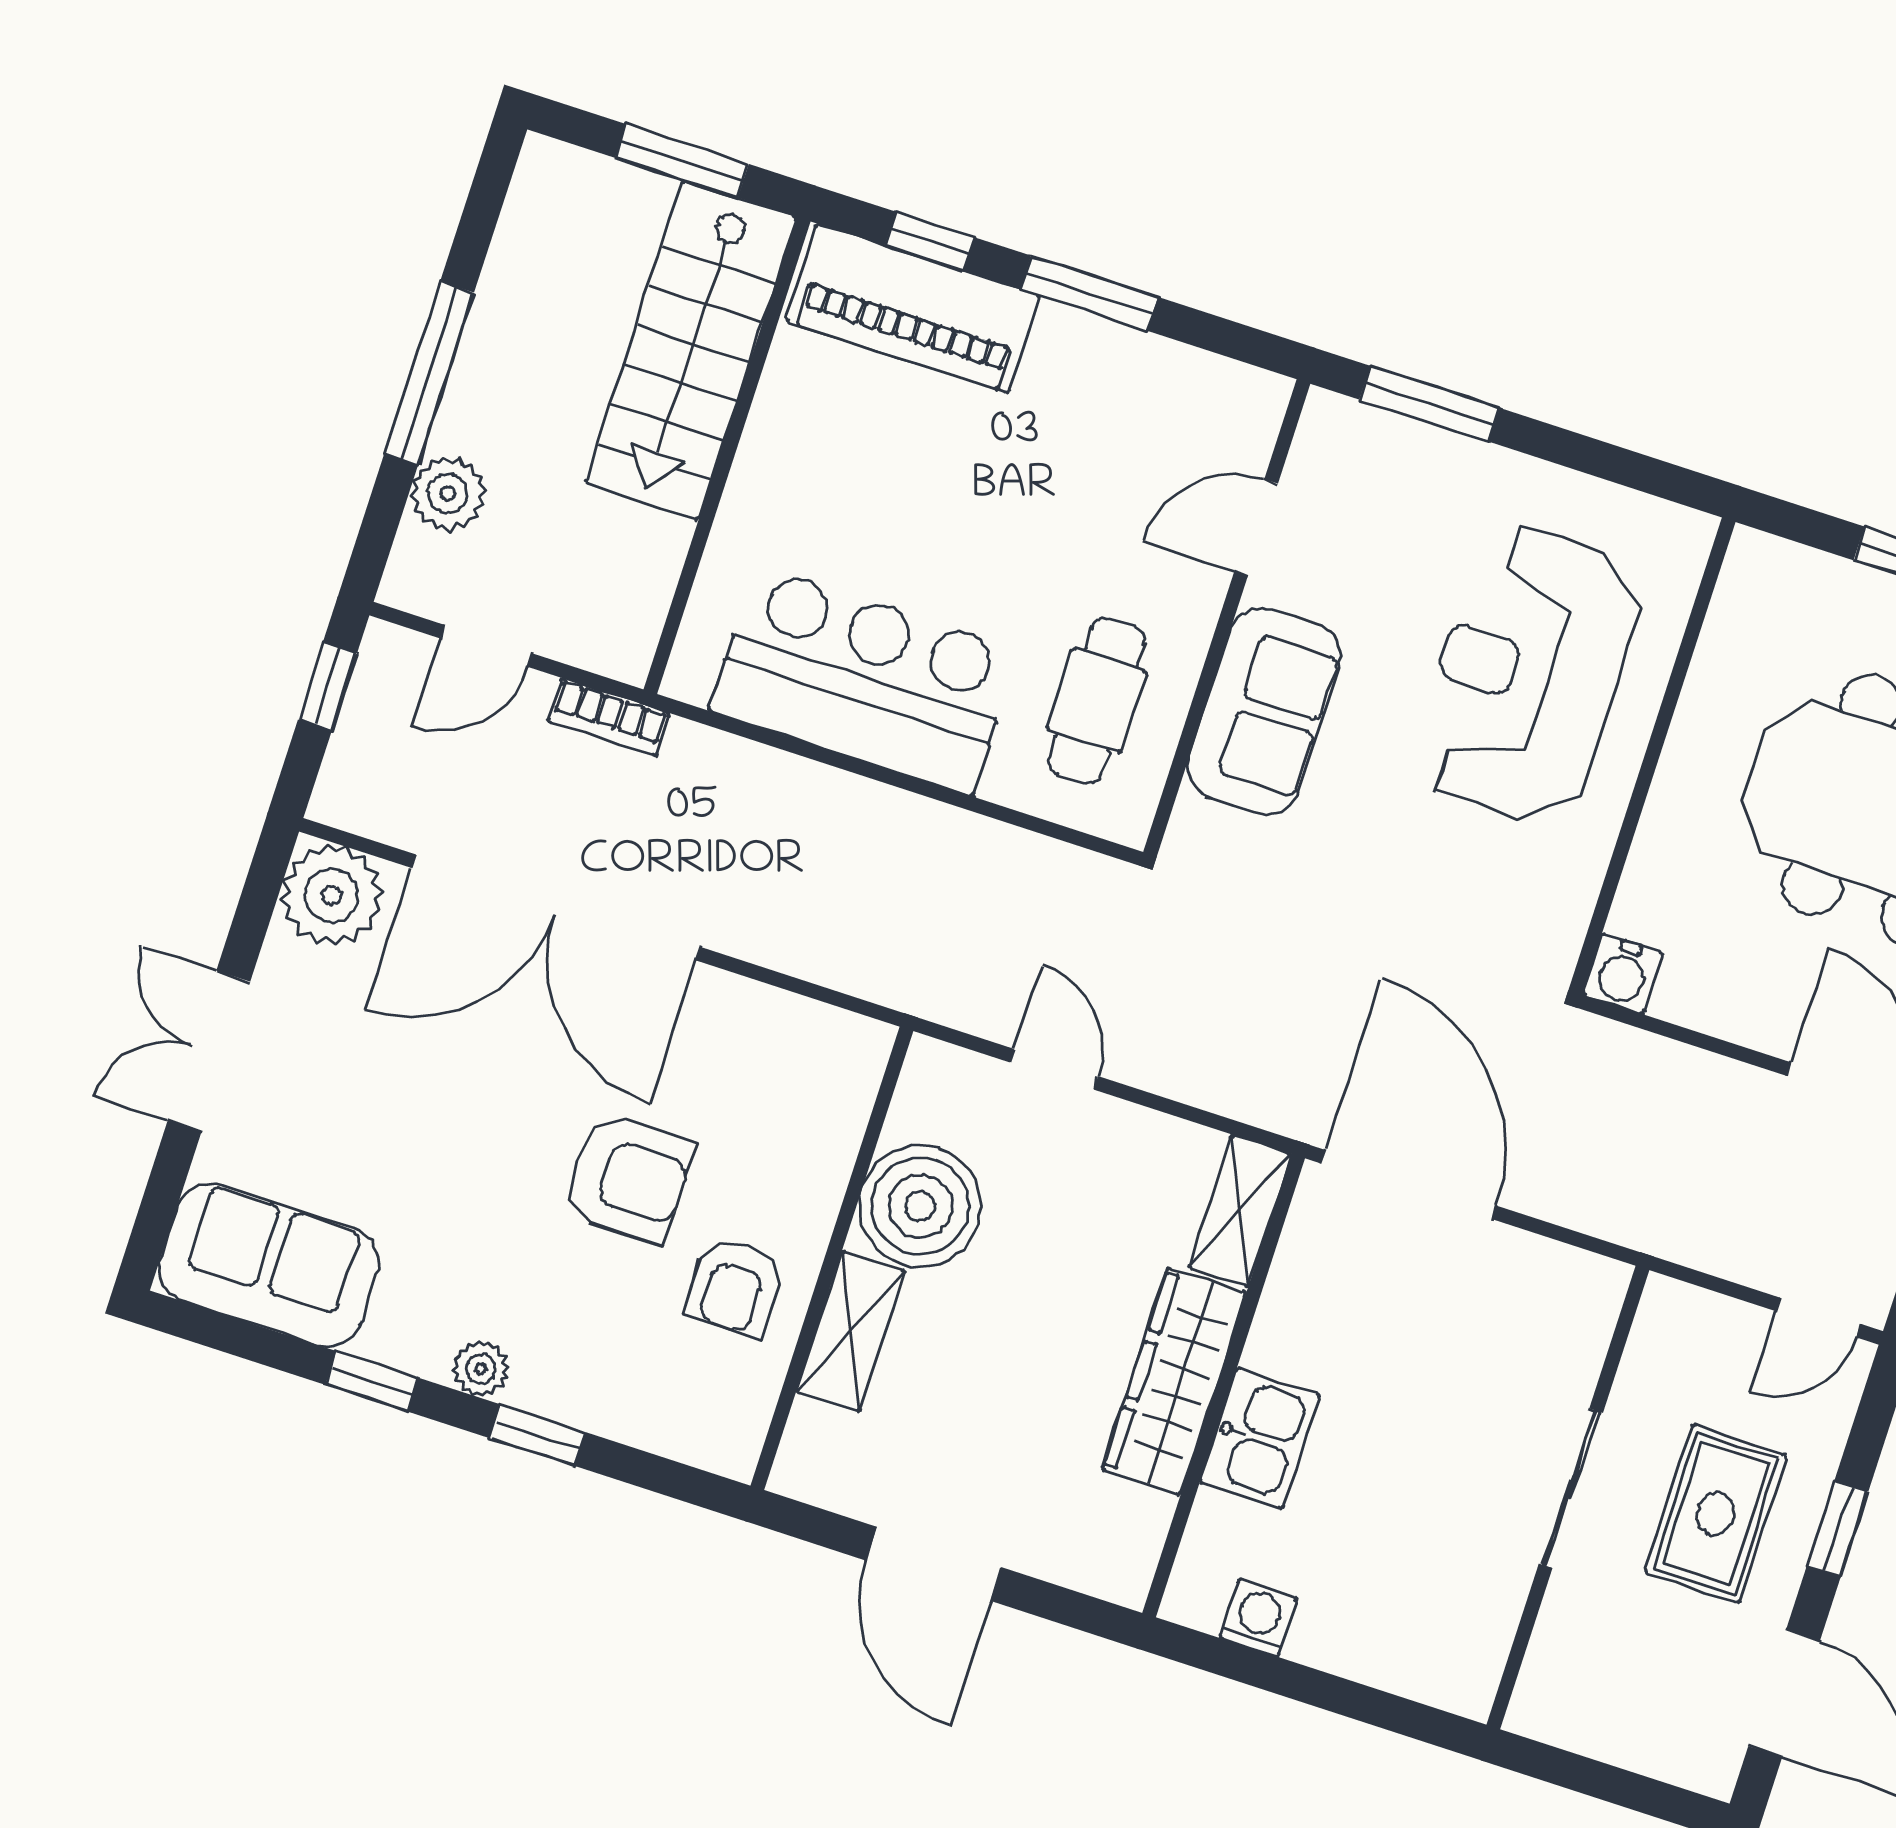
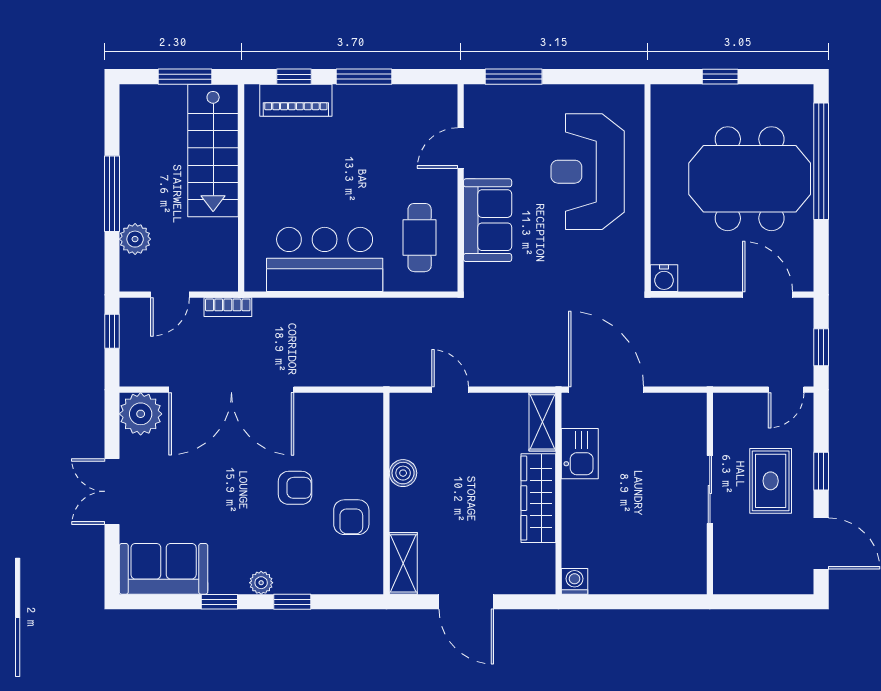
piano: (913, 308) -> (296, 100), width x0.73, depth x0.75
armchair: (628, 1178) -> (295, 488), width x0.72, depth x0.72
boiler: (920, 1206) -> (403, 473), width x0.54, depth x0.54
shelving: (851, 1331) -> (403, 563), moved
kitchen sink: (1260, 1438) -> (580, 454), moved
washing machine: (1258, 1618) -> (575, 581), moved

